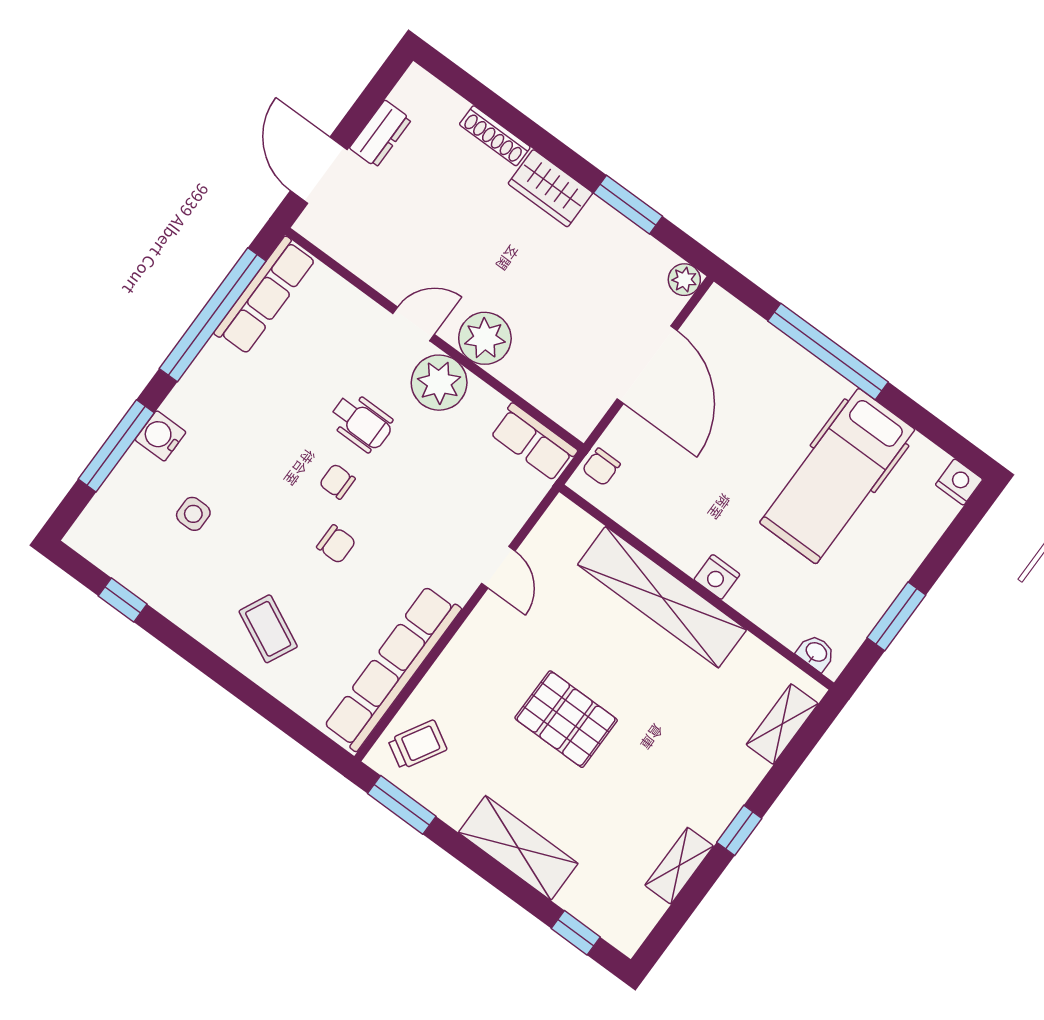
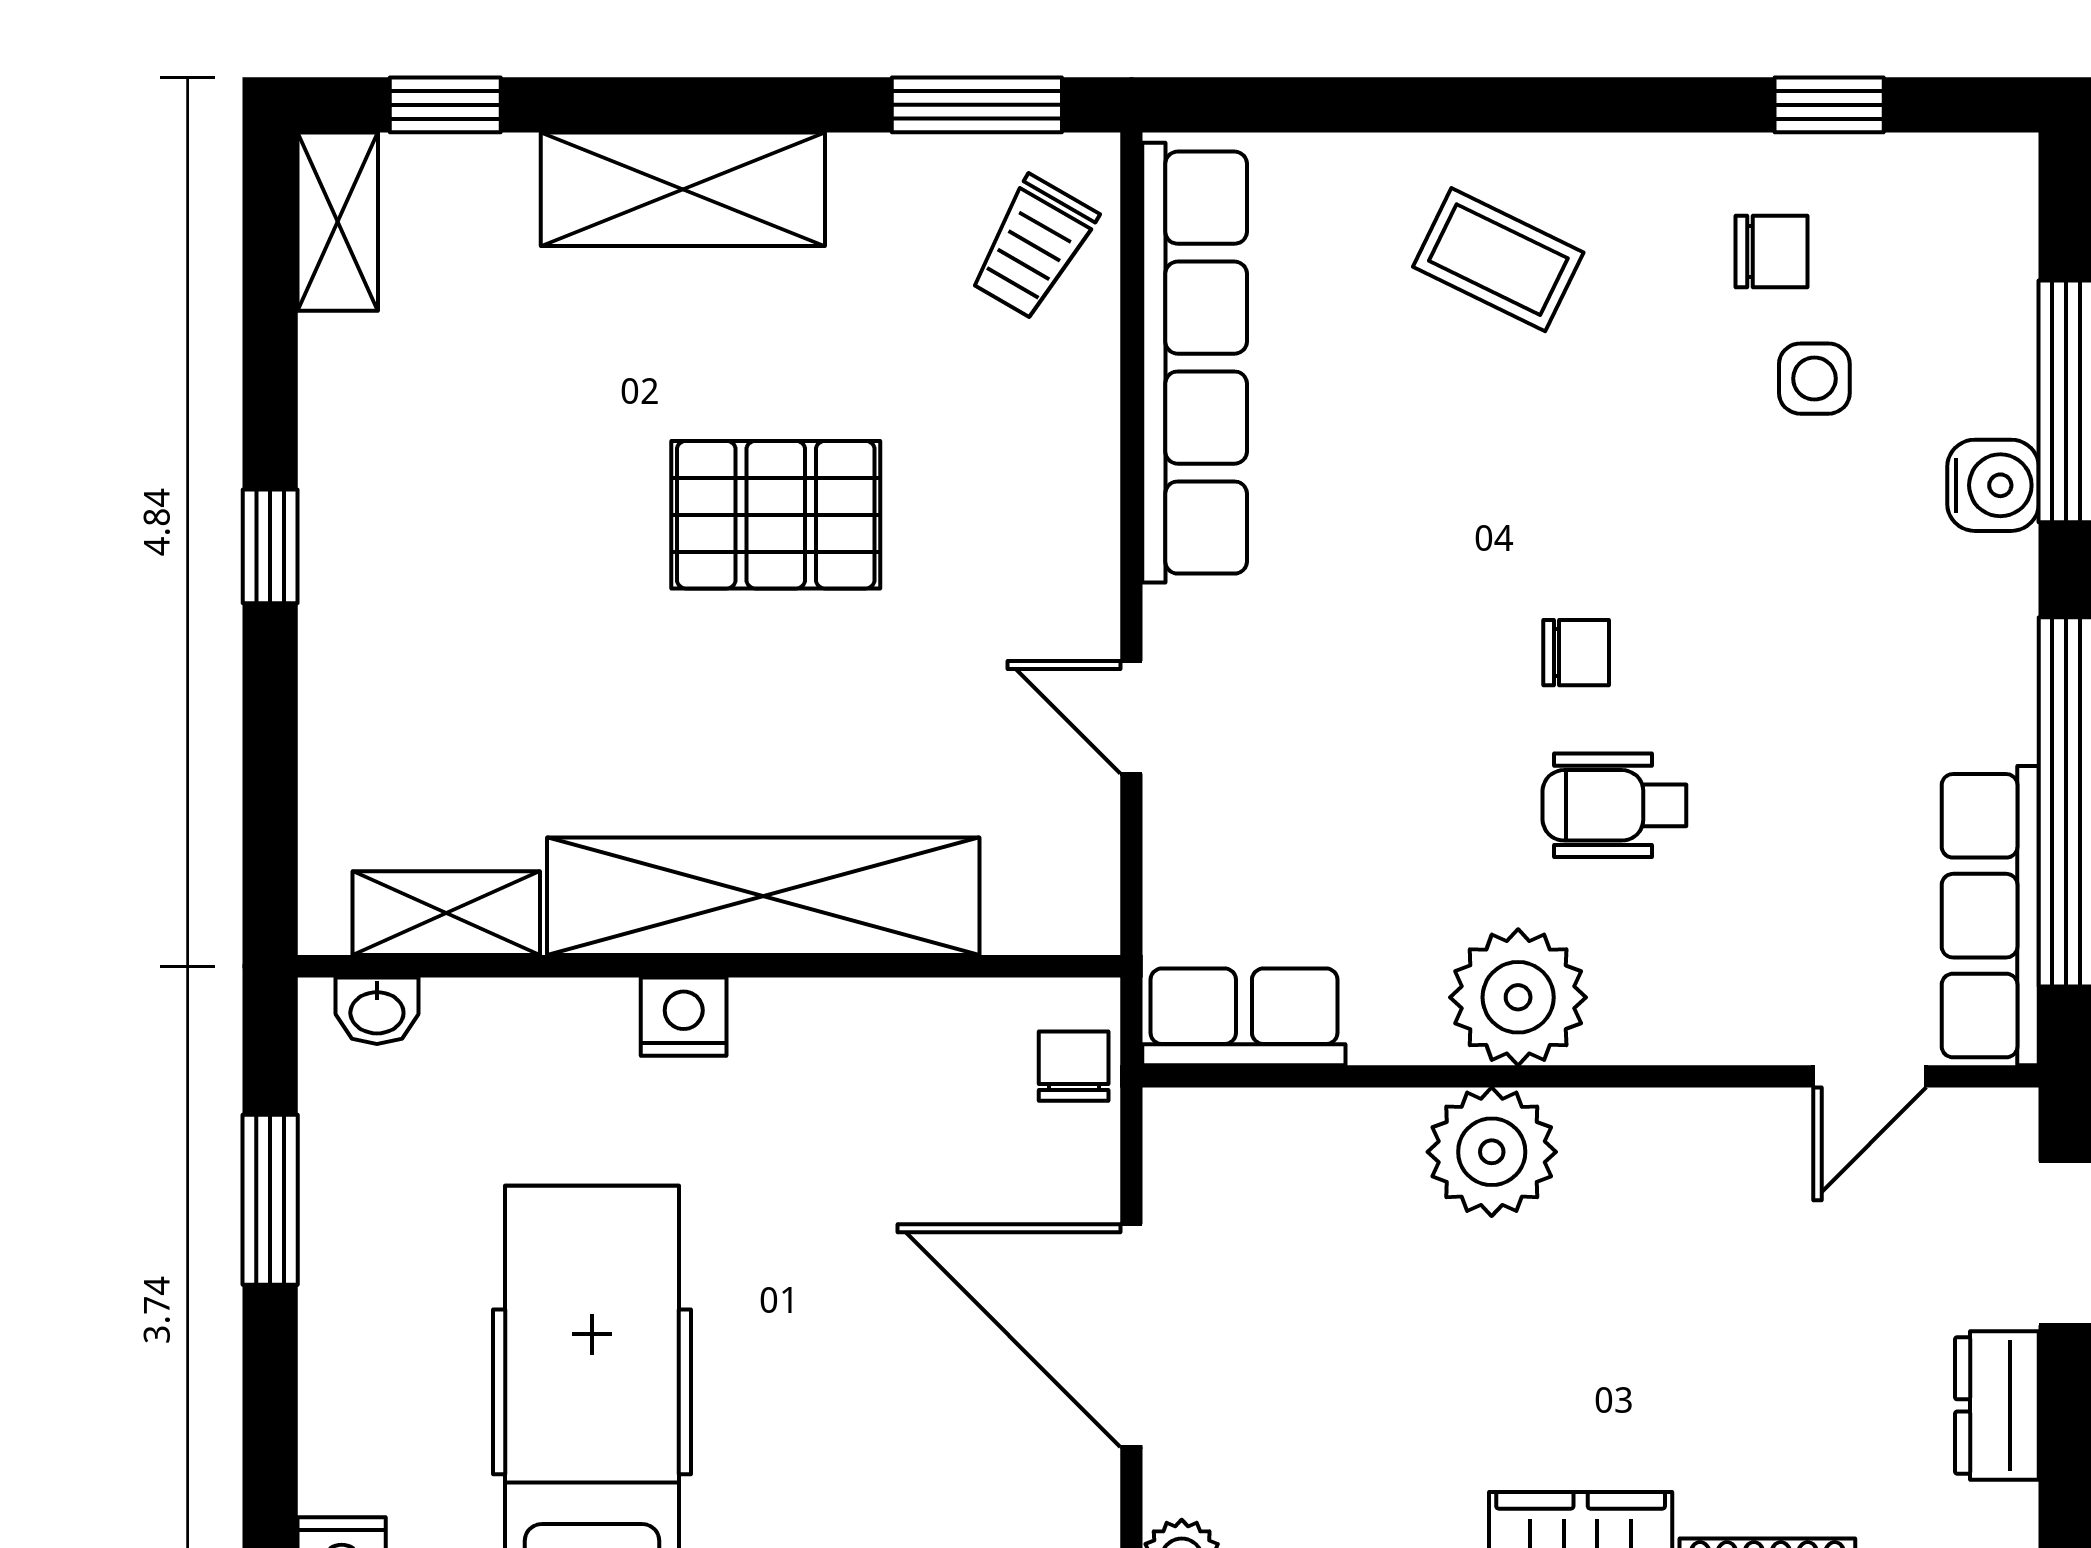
door: (414, 324) -> (1870, 1076), moved
chair: (336, 544) -> (1772, 251), moved, turned 180
shelving: (782, 724) -> (446, 913), moved, turned 90
shelving: (679, 866) -> (338, 222), moved

